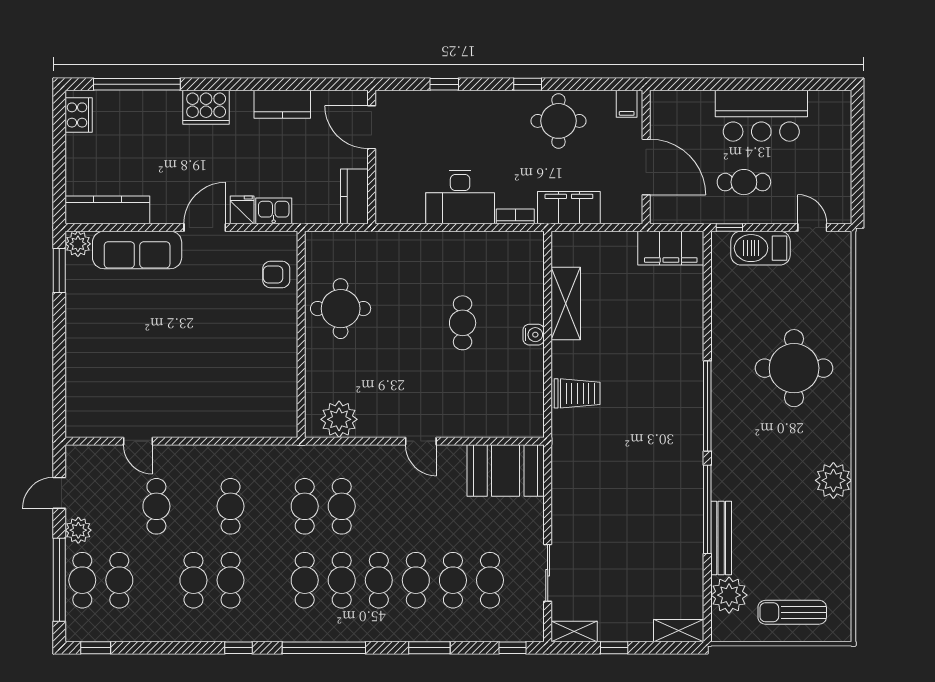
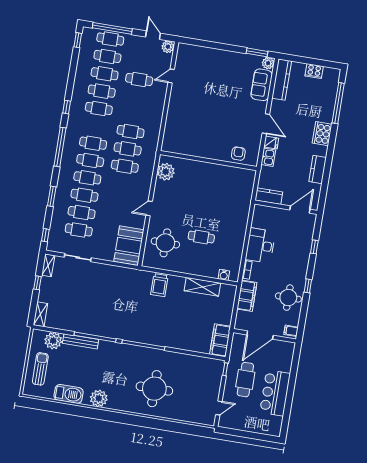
cooker: (79, 115) -> (314, 71), moved
cafe table: (744, 182) -> (245, 380), width x1.37, depth x1.35
barbecue: (760, 248) -> (69, 394), moved, turned 90
sofa: (137, 250) -> (262, 85), width x0.73
round table: (341, 309) -> (165, 243), moved
water cooler: (534, 335) -> (224, 275), moved
cafe table: (231, 506) -> (131, 132), moved
plant: (78, 530) -> (168, 47), moved
cafe table: (156, 580) -> (105, 74), added

